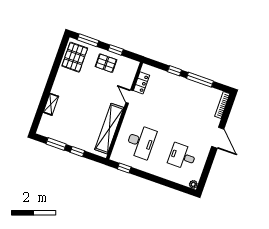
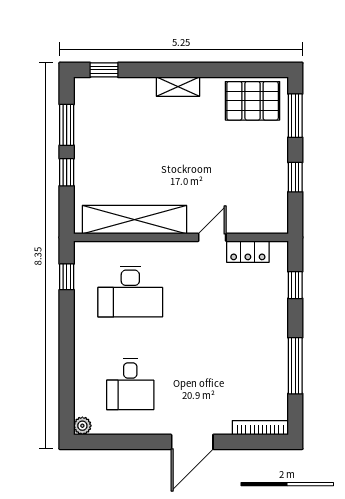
pallet: (106, 63) -> (262, 167), removed
window: (175, 71) -> (295, 285), moved
shelving: (51, 104) -> (178, 87), moved
window: (37, 119) -> (104, 70), added
desk: (182, 156) -> (130, 384), turned 180

